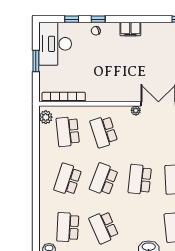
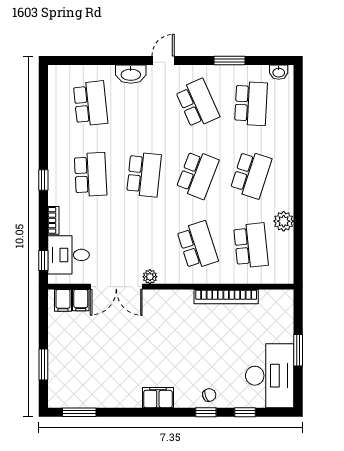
bookcase: (64, 97) -> (226, 297), moved
plant: (46, 117) -> (284, 221), moved

